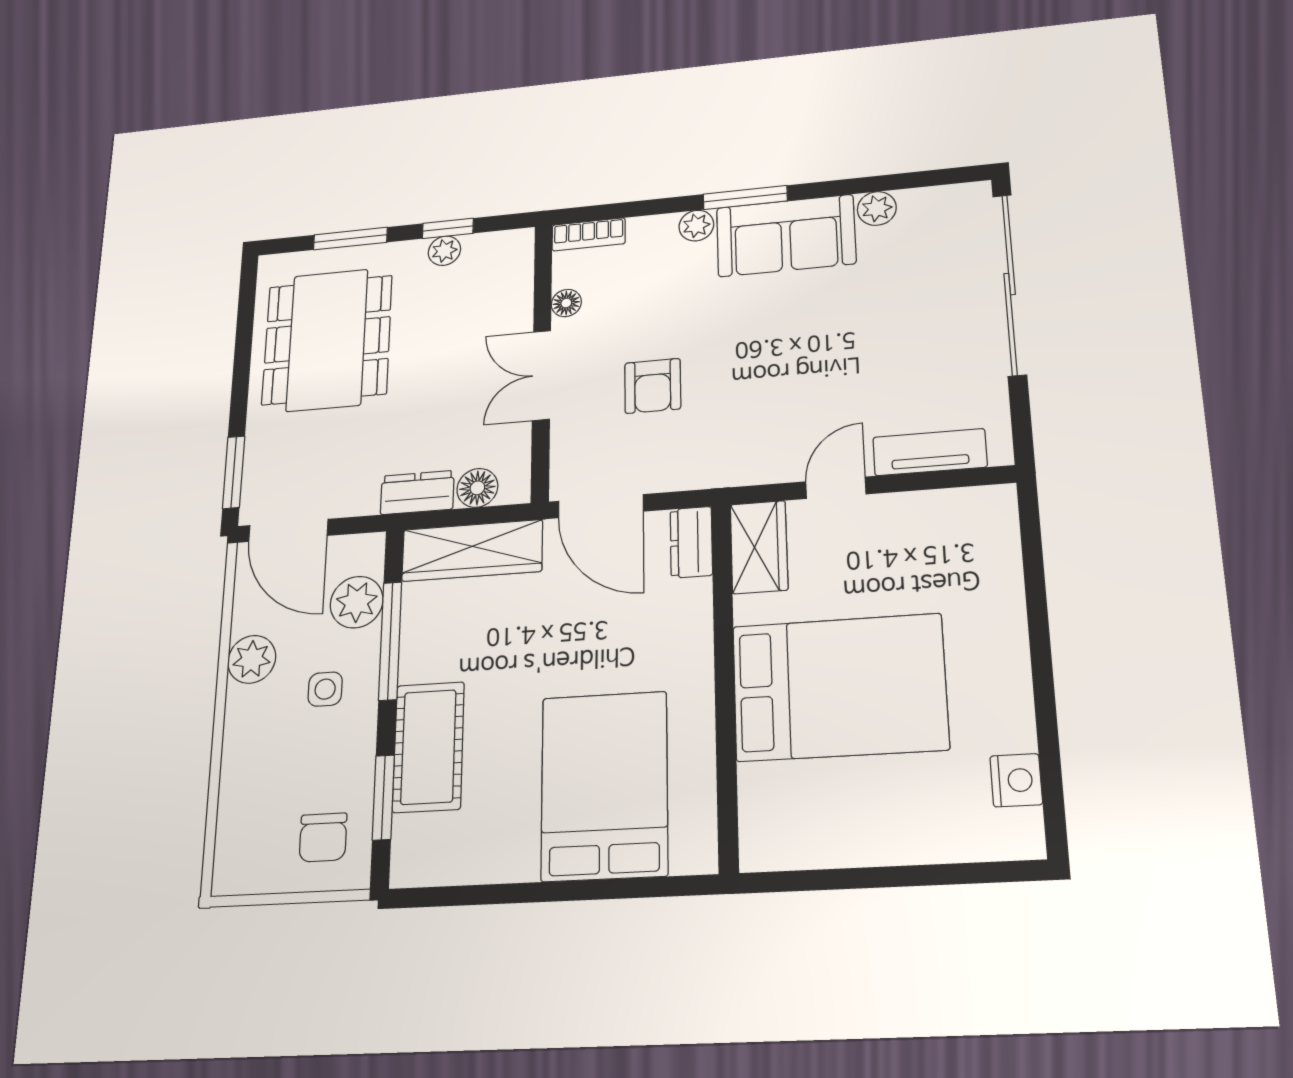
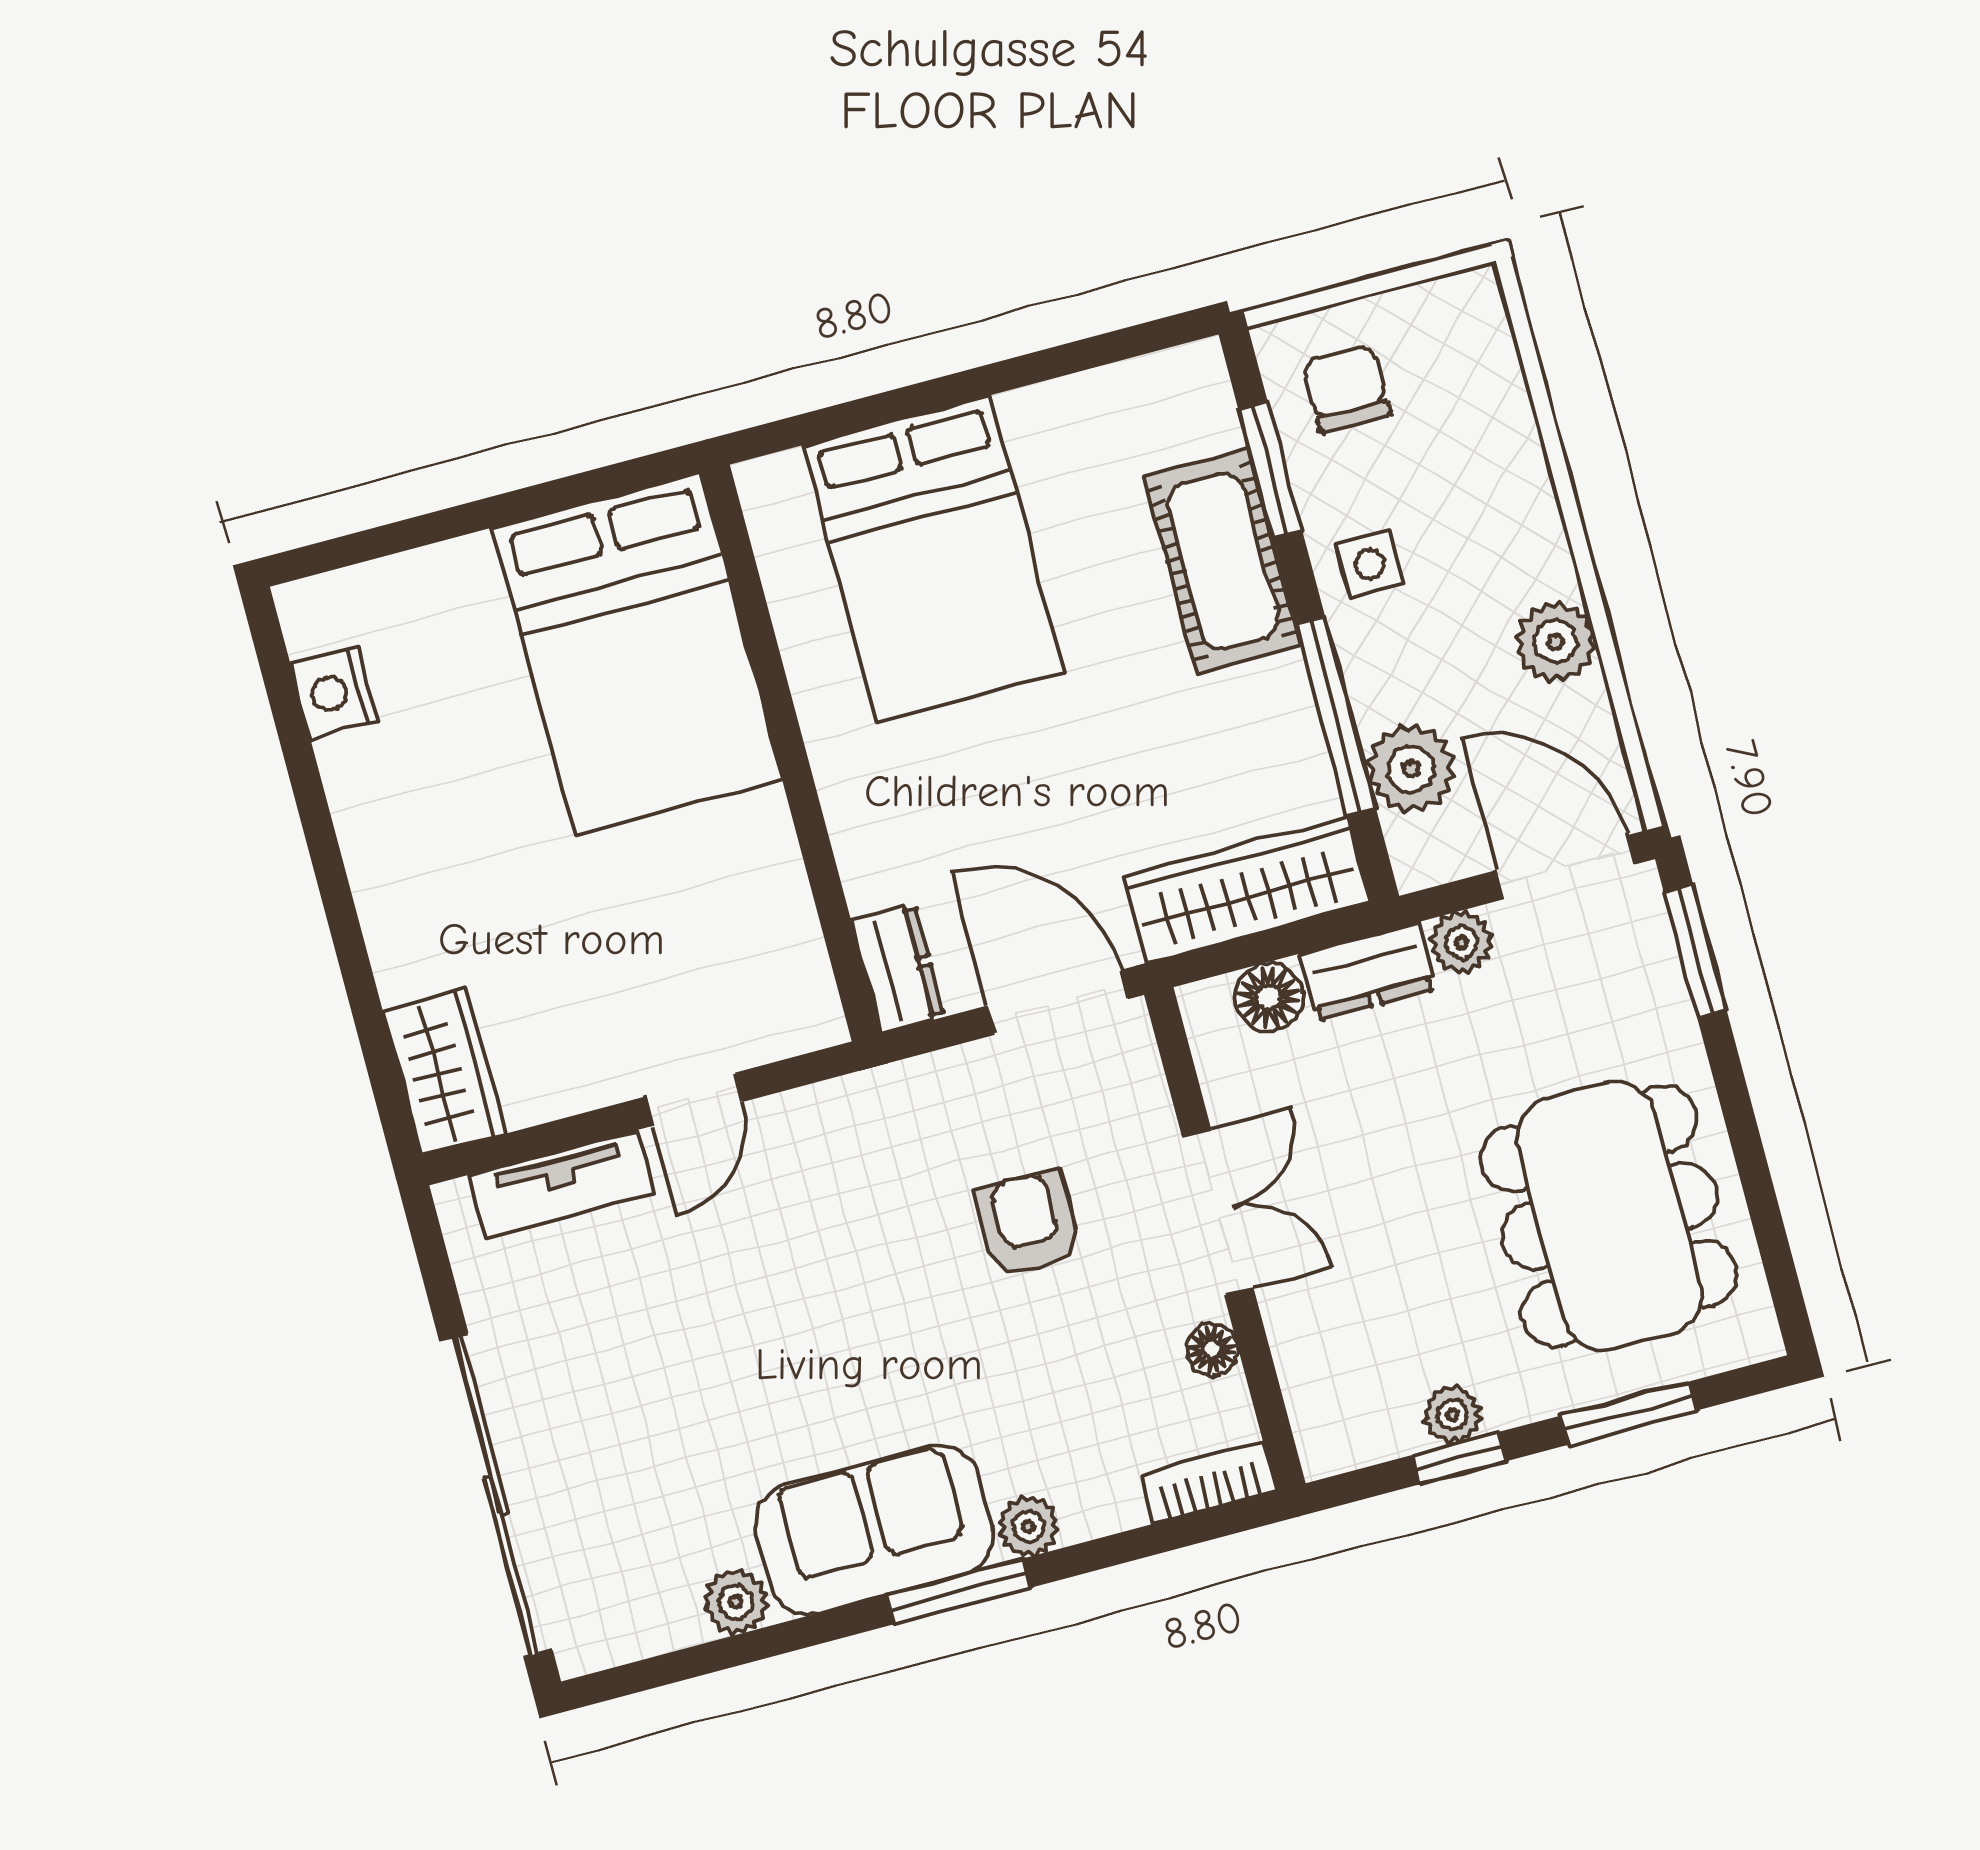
plant: (359, 499) -> (1461, 942), added
wardrobe: (759, 547) -> (444, 1072), moved, turned 180
bed: (839, 687) -> (638, 654), moved, turned -90
side table: (325, 689) -> (1370, 564), moved

